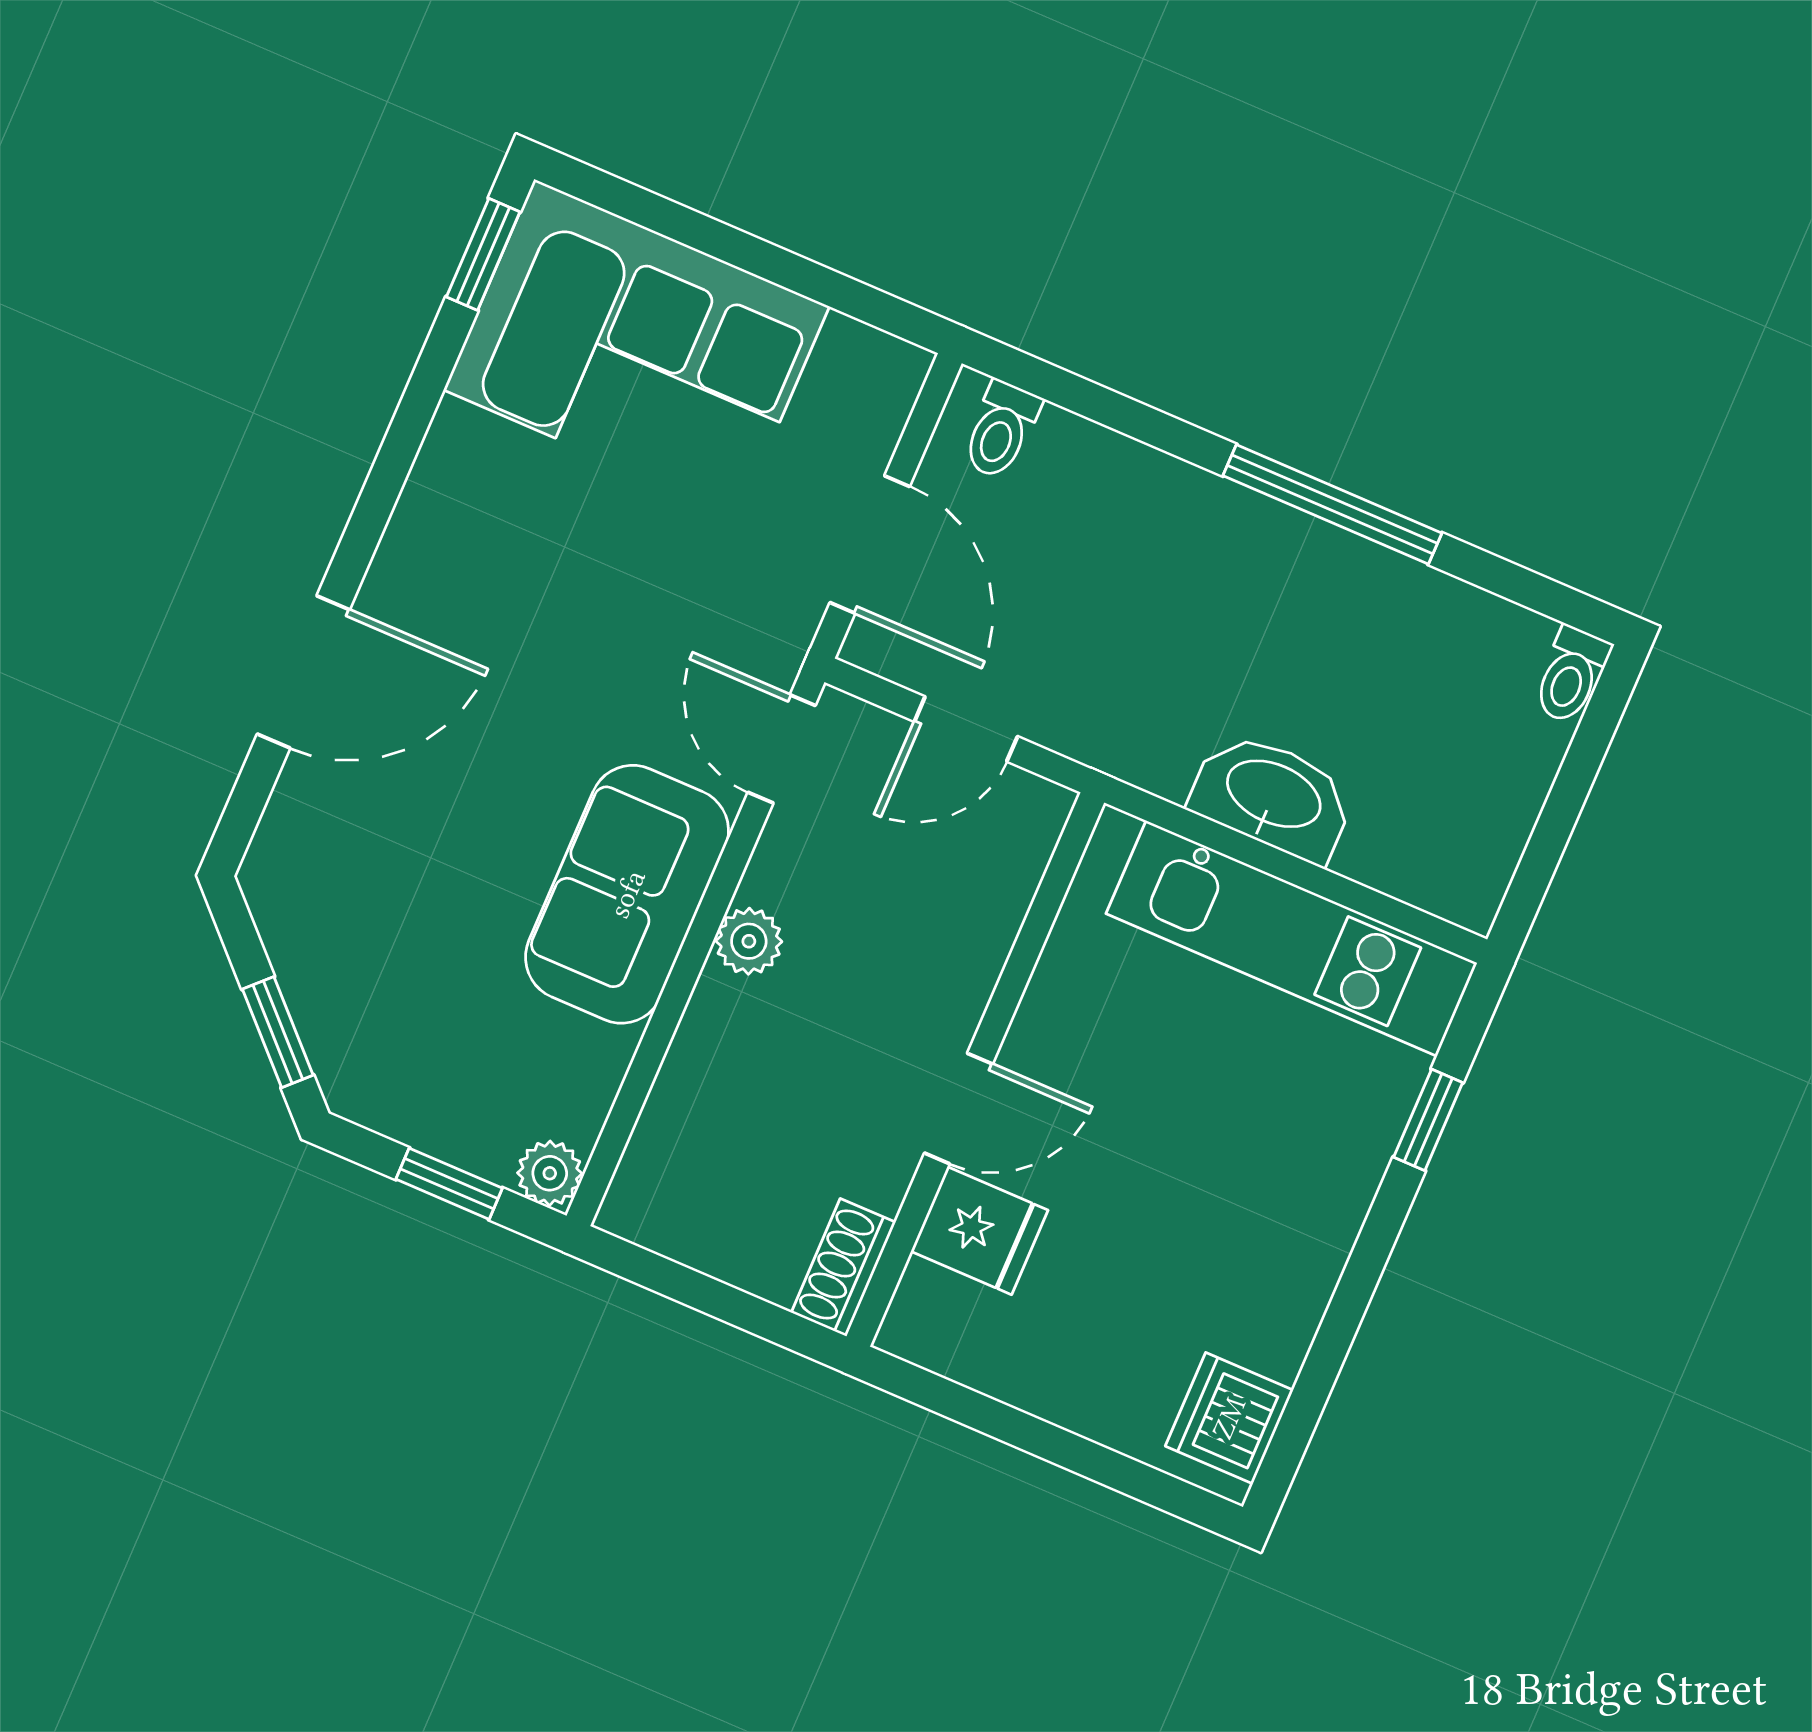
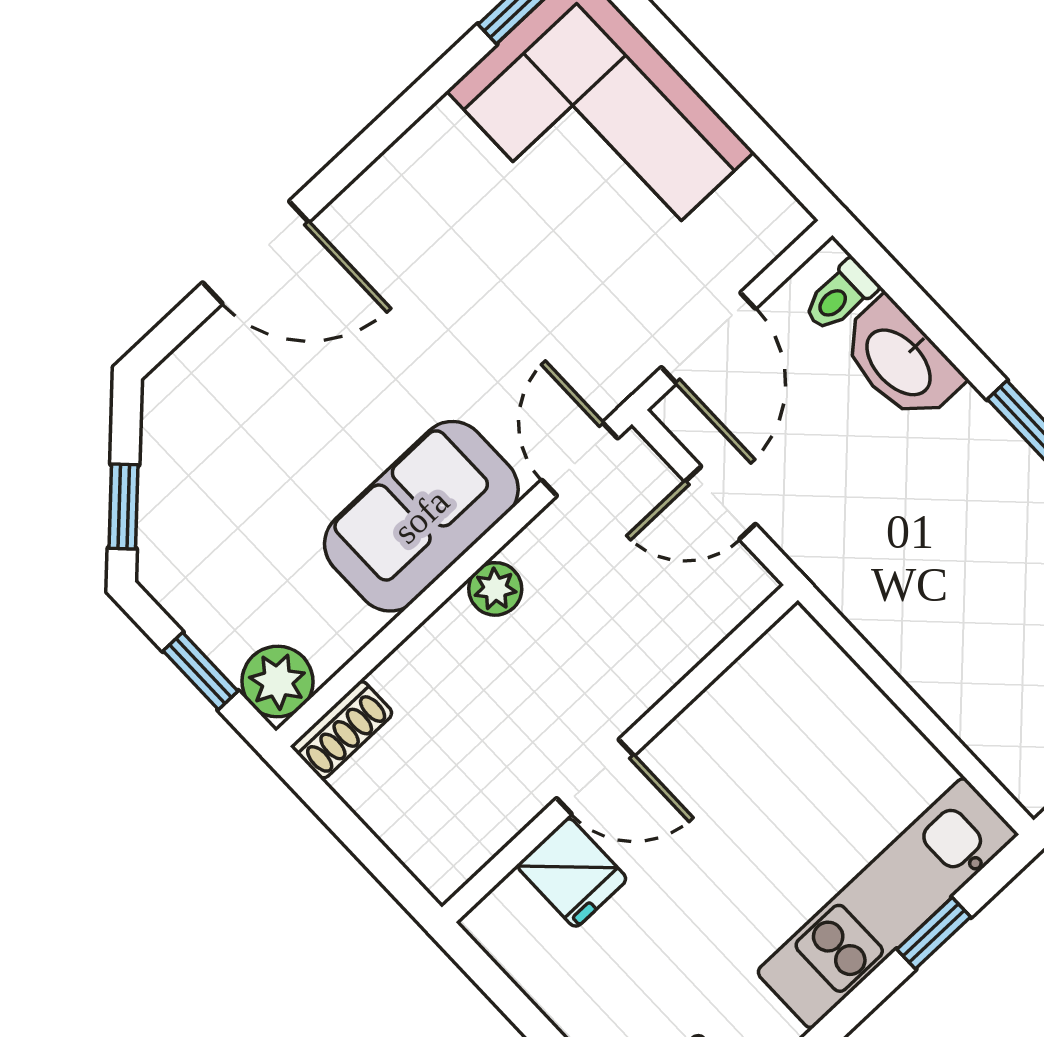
washbasin: (1273, 796) -> (900, 361), moved, turned 180
kitchen unit: (1292, 938) -> (887, 903), moved, turned 90
plant: (550, 1173) -> (277, 681), width x1.38, depth x1.38
shoe rack: (843, 1267) -> (342, 730), moved, turned 180

